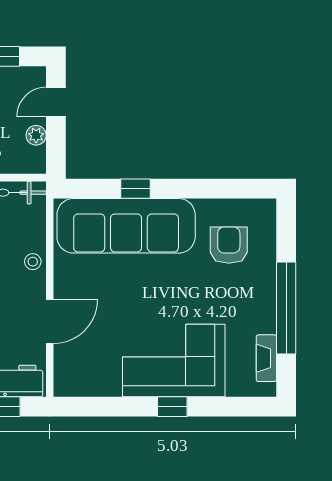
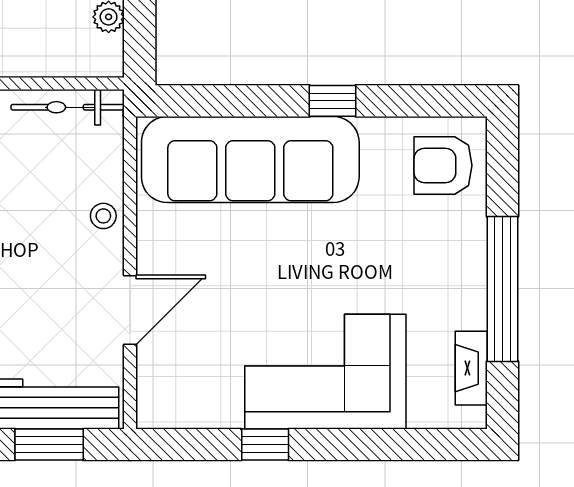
window: (135, 189) -> (332, 101), moved
armchair: (229, 245) -> (443, 165), moved, turned -90
window: (172, 407) -> (265, 444), moved

